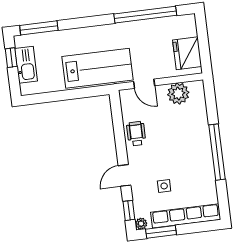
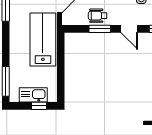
window: (11, 58) -> (39, 106), moved
window: (120, 138) -> (100, 29), added

